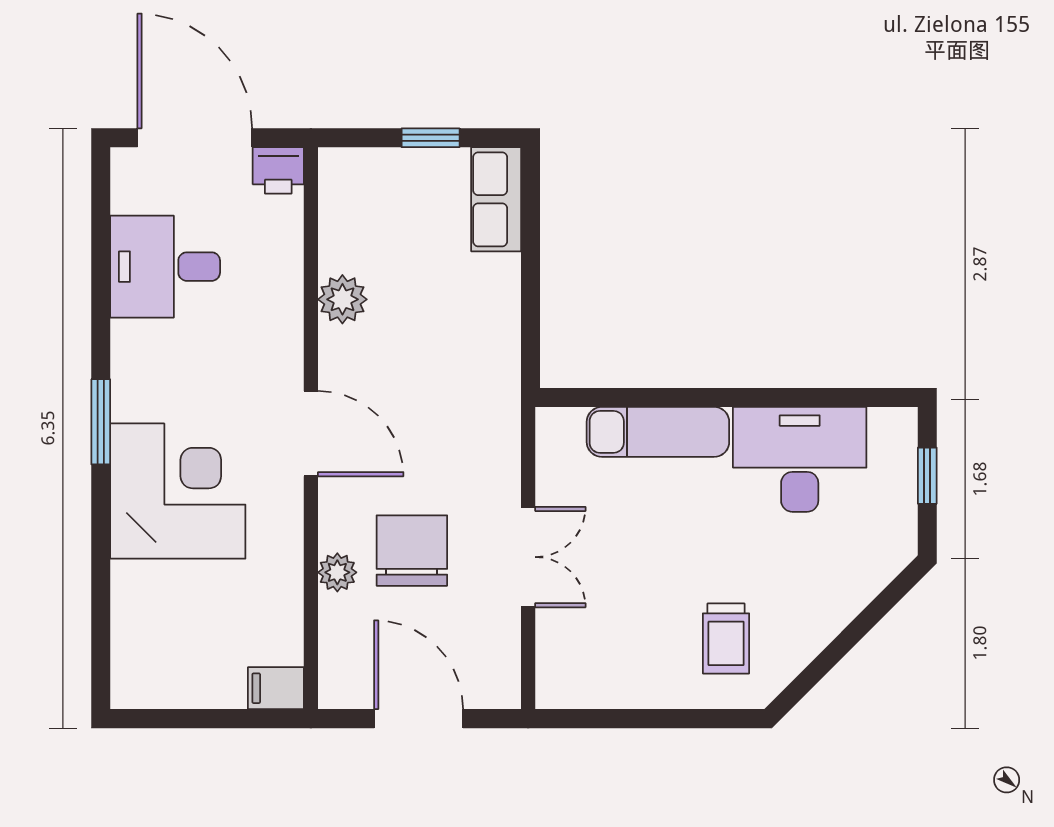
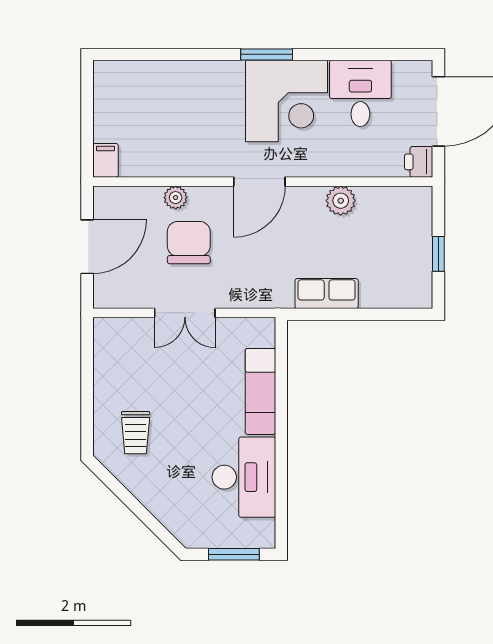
row of seats: (496, 199) -> (327, 294), moved
window: (927, 476) -> (234, 554), width x1.50
corner desk: (178, 491) -> (286, 101), moved
chair: (412, 551) -> (189, 243), turned -90
trolley: (726, 638) -> (136, 433), turned -90

